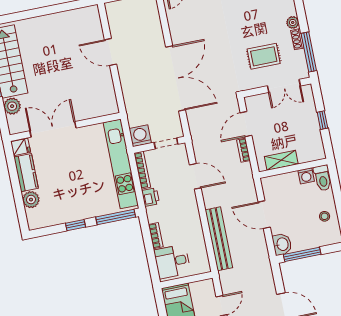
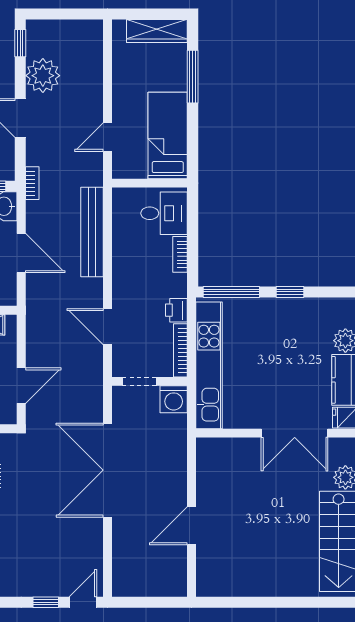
door: (111, 52) -> (192, 526), swing flipped
bookcase: (243, 150) -> (32, 183), moved

